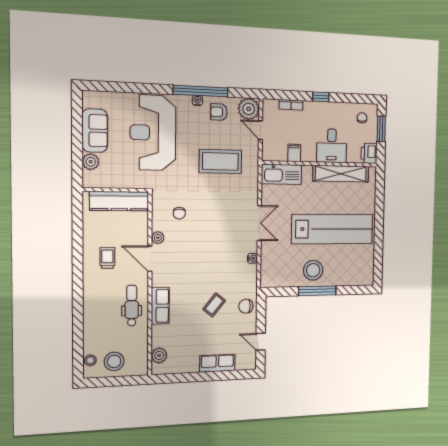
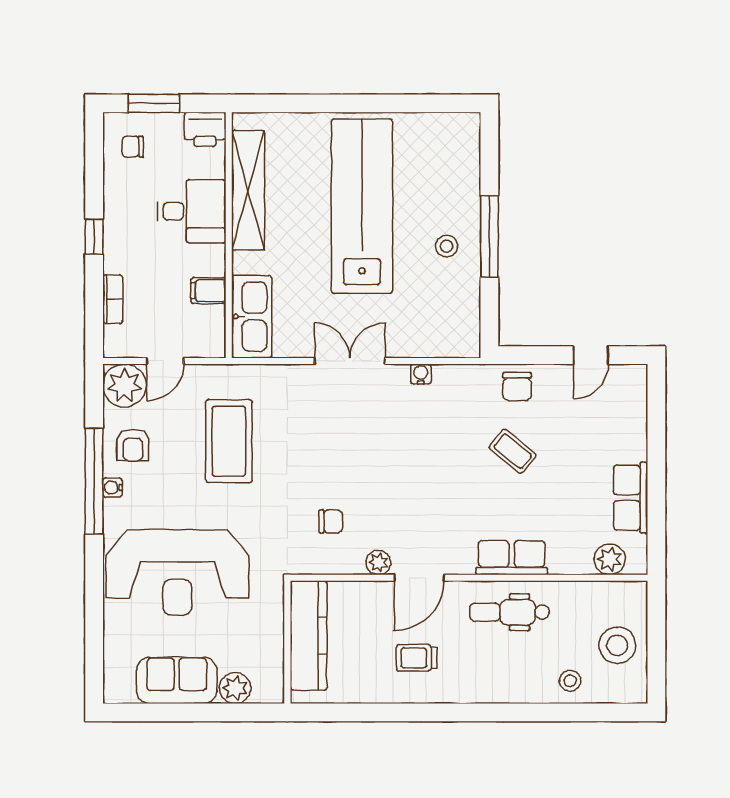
stool: (313, 270) -> (447, 246), width x0.53, depth x0.53
stool: (90, 360) -> (570, 681), moved
row of seats: (217, 363) -> (631, 498), moved

